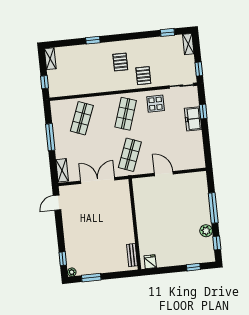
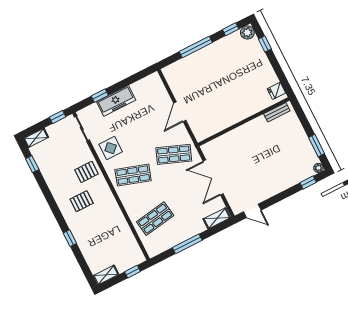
shop shelf: (82, 118) -> (155, 219), turned -30
freezer: (193, 119) -> (116, 101), width x1.40
plant: (206, 231) -> (247, 32), moved

